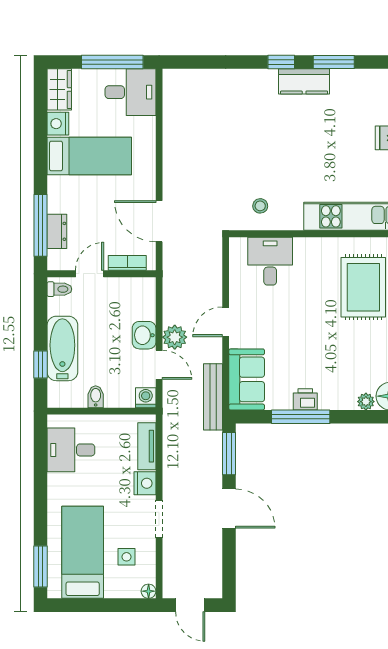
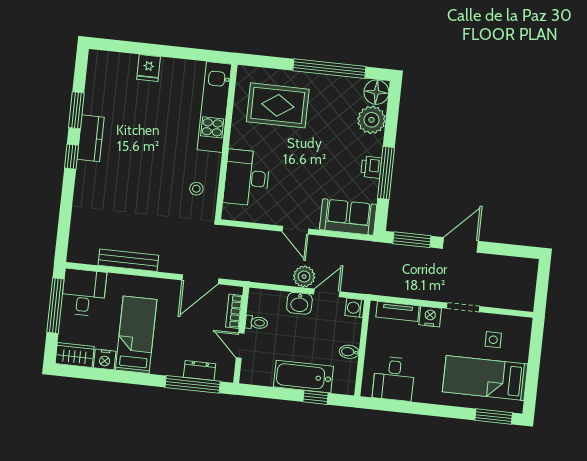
desk: (270, 261) -> (247, 178), width x1.37
toilet: (59, 289) -> (256, 323), moved, turned 90
bench: (213, 397) -> (128, 260), moved
plant: (366, 402) -> (372, 120), width x1.87, depth x1.87
floor lamp: (149, 591) -> (526, 324), removed
door: (190, 605) -> (542, 288), removed

